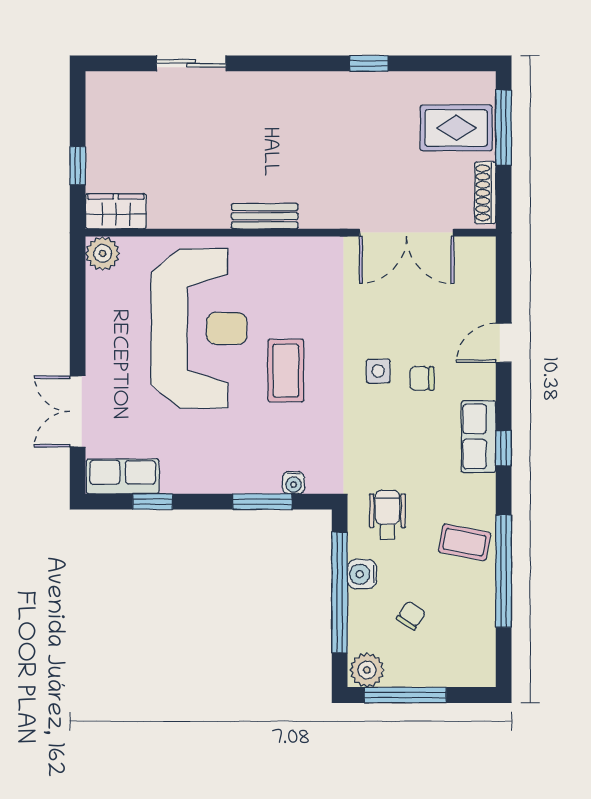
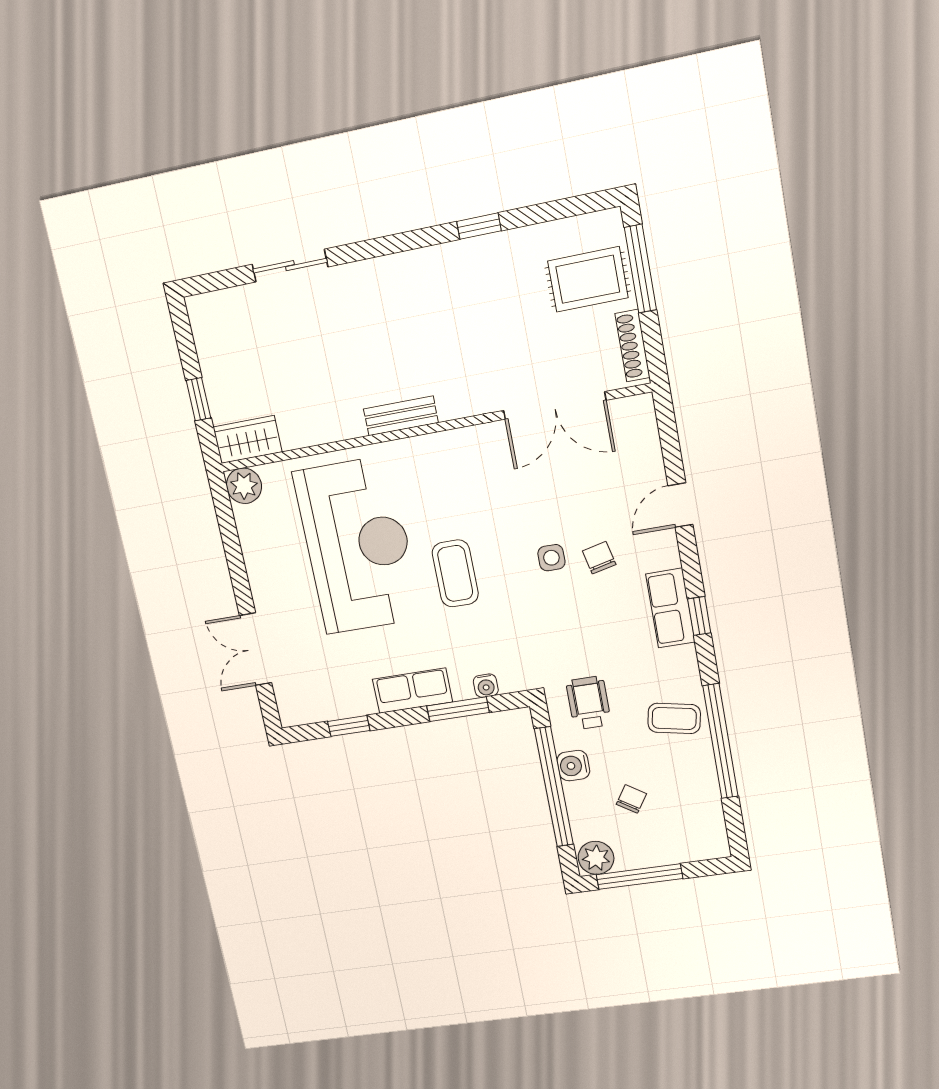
chair: (422, 379) -> (599, 558), turned 77
row of seats: (123, 476) -> (413, 691), moved

